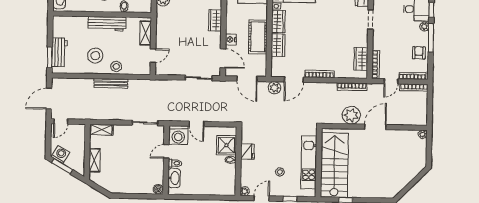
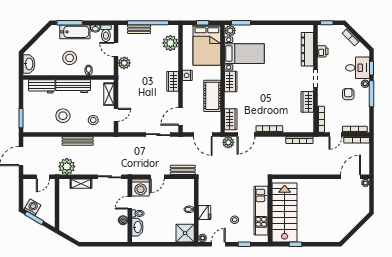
nightstand: (231, 40) -> (187, 75), moved
wardrobe: (278, 45) -> (231, 119), moved
workbench: (59, 52) -> (42, 86), moved, turned 90
armchair: (419, 53) -> (348, 94), moved
door: (223, 58) -> (180, 116), swing flipped
wardrobe: (361, 59) -> (307, 102), moved
stool: (116, 66) -> (93, 120), moved
plant: (351, 115) -> (67, 166), moved
bench: (225, 117) -> (183, 170), added
door: (61, 121) -> (43, 177), moved
door: (197, 124) -> (157, 177), hinge flipped
door: (375, 127) -> (351, 177), moved
shelving: (101, 130) -> (81, 184), moved
shower: (227, 145) -> (185, 233), moved
fridge: (248, 151) -> (204, 213), moved
shelving: (95, 160) -> (64, 212), removed
boiler: (158, 189) -> (123, 220), moved

